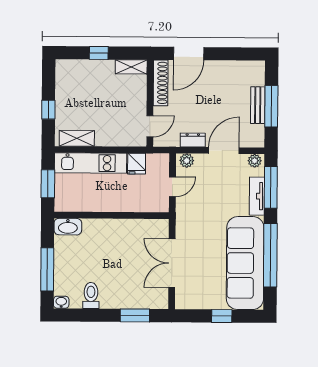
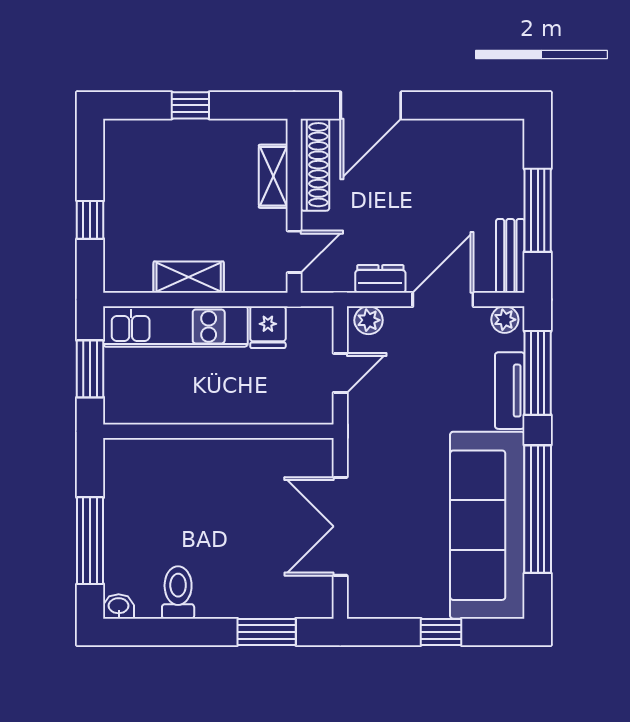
shelving: (131, 67) -> (273, 176), moved, turned 90
bench: (258, 105) -> (510, 256), moved
shelving: (77, 138) -> (189, 277), moved
washbasin: (68, 227) -> (131, 455), removed

